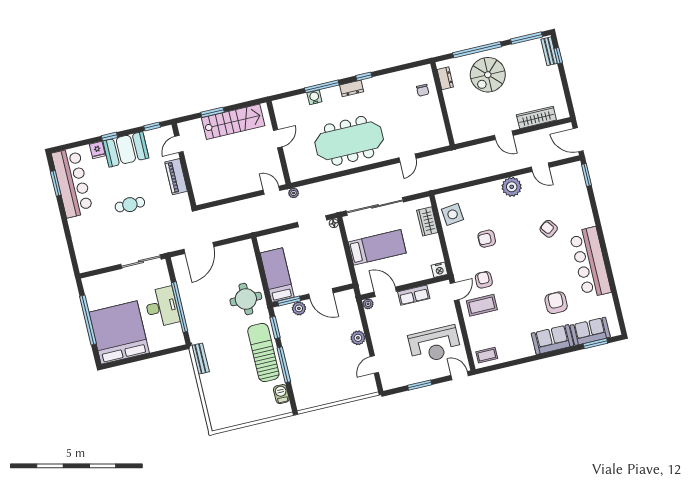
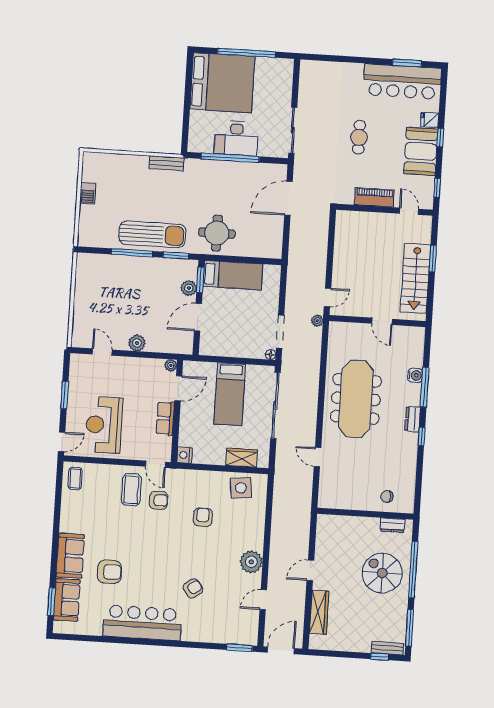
door: (199, 248) -> (288, 198), hinge flipped
barbecue: (281, 394) -> (88, 193), moved, turned 90

